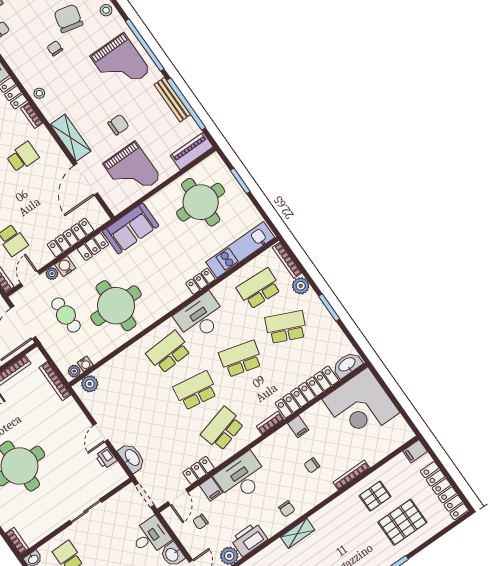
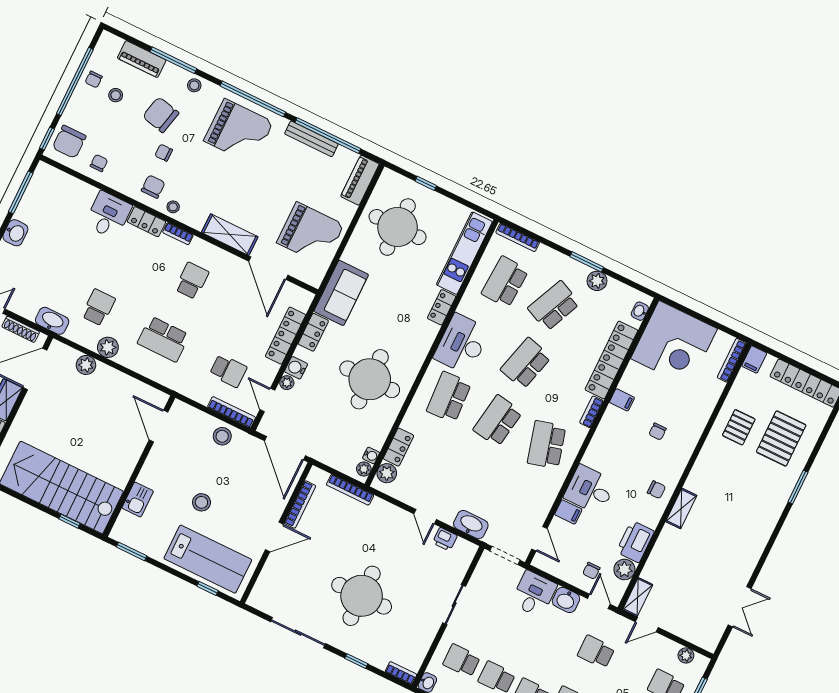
chair: (118, 125) -> (153, 187), moved
window: (240, 181) -> (426, 183), width x0.67
plant: (301, 286) -> (597, 281), moved
cafe table: (66, 315) -> (324, 417), removed
washbasin: (347, 365) -> (640, 311), width x0.52, depth x0.69
locker: (199, 470) -> (399, 447), moved, turned 180
bookcase: (351, 475) -> (732, 360), moved
desk: (241, 477) -> (590, 490), width x0.73
chair: (200, 522) -> (591, 571), moved

